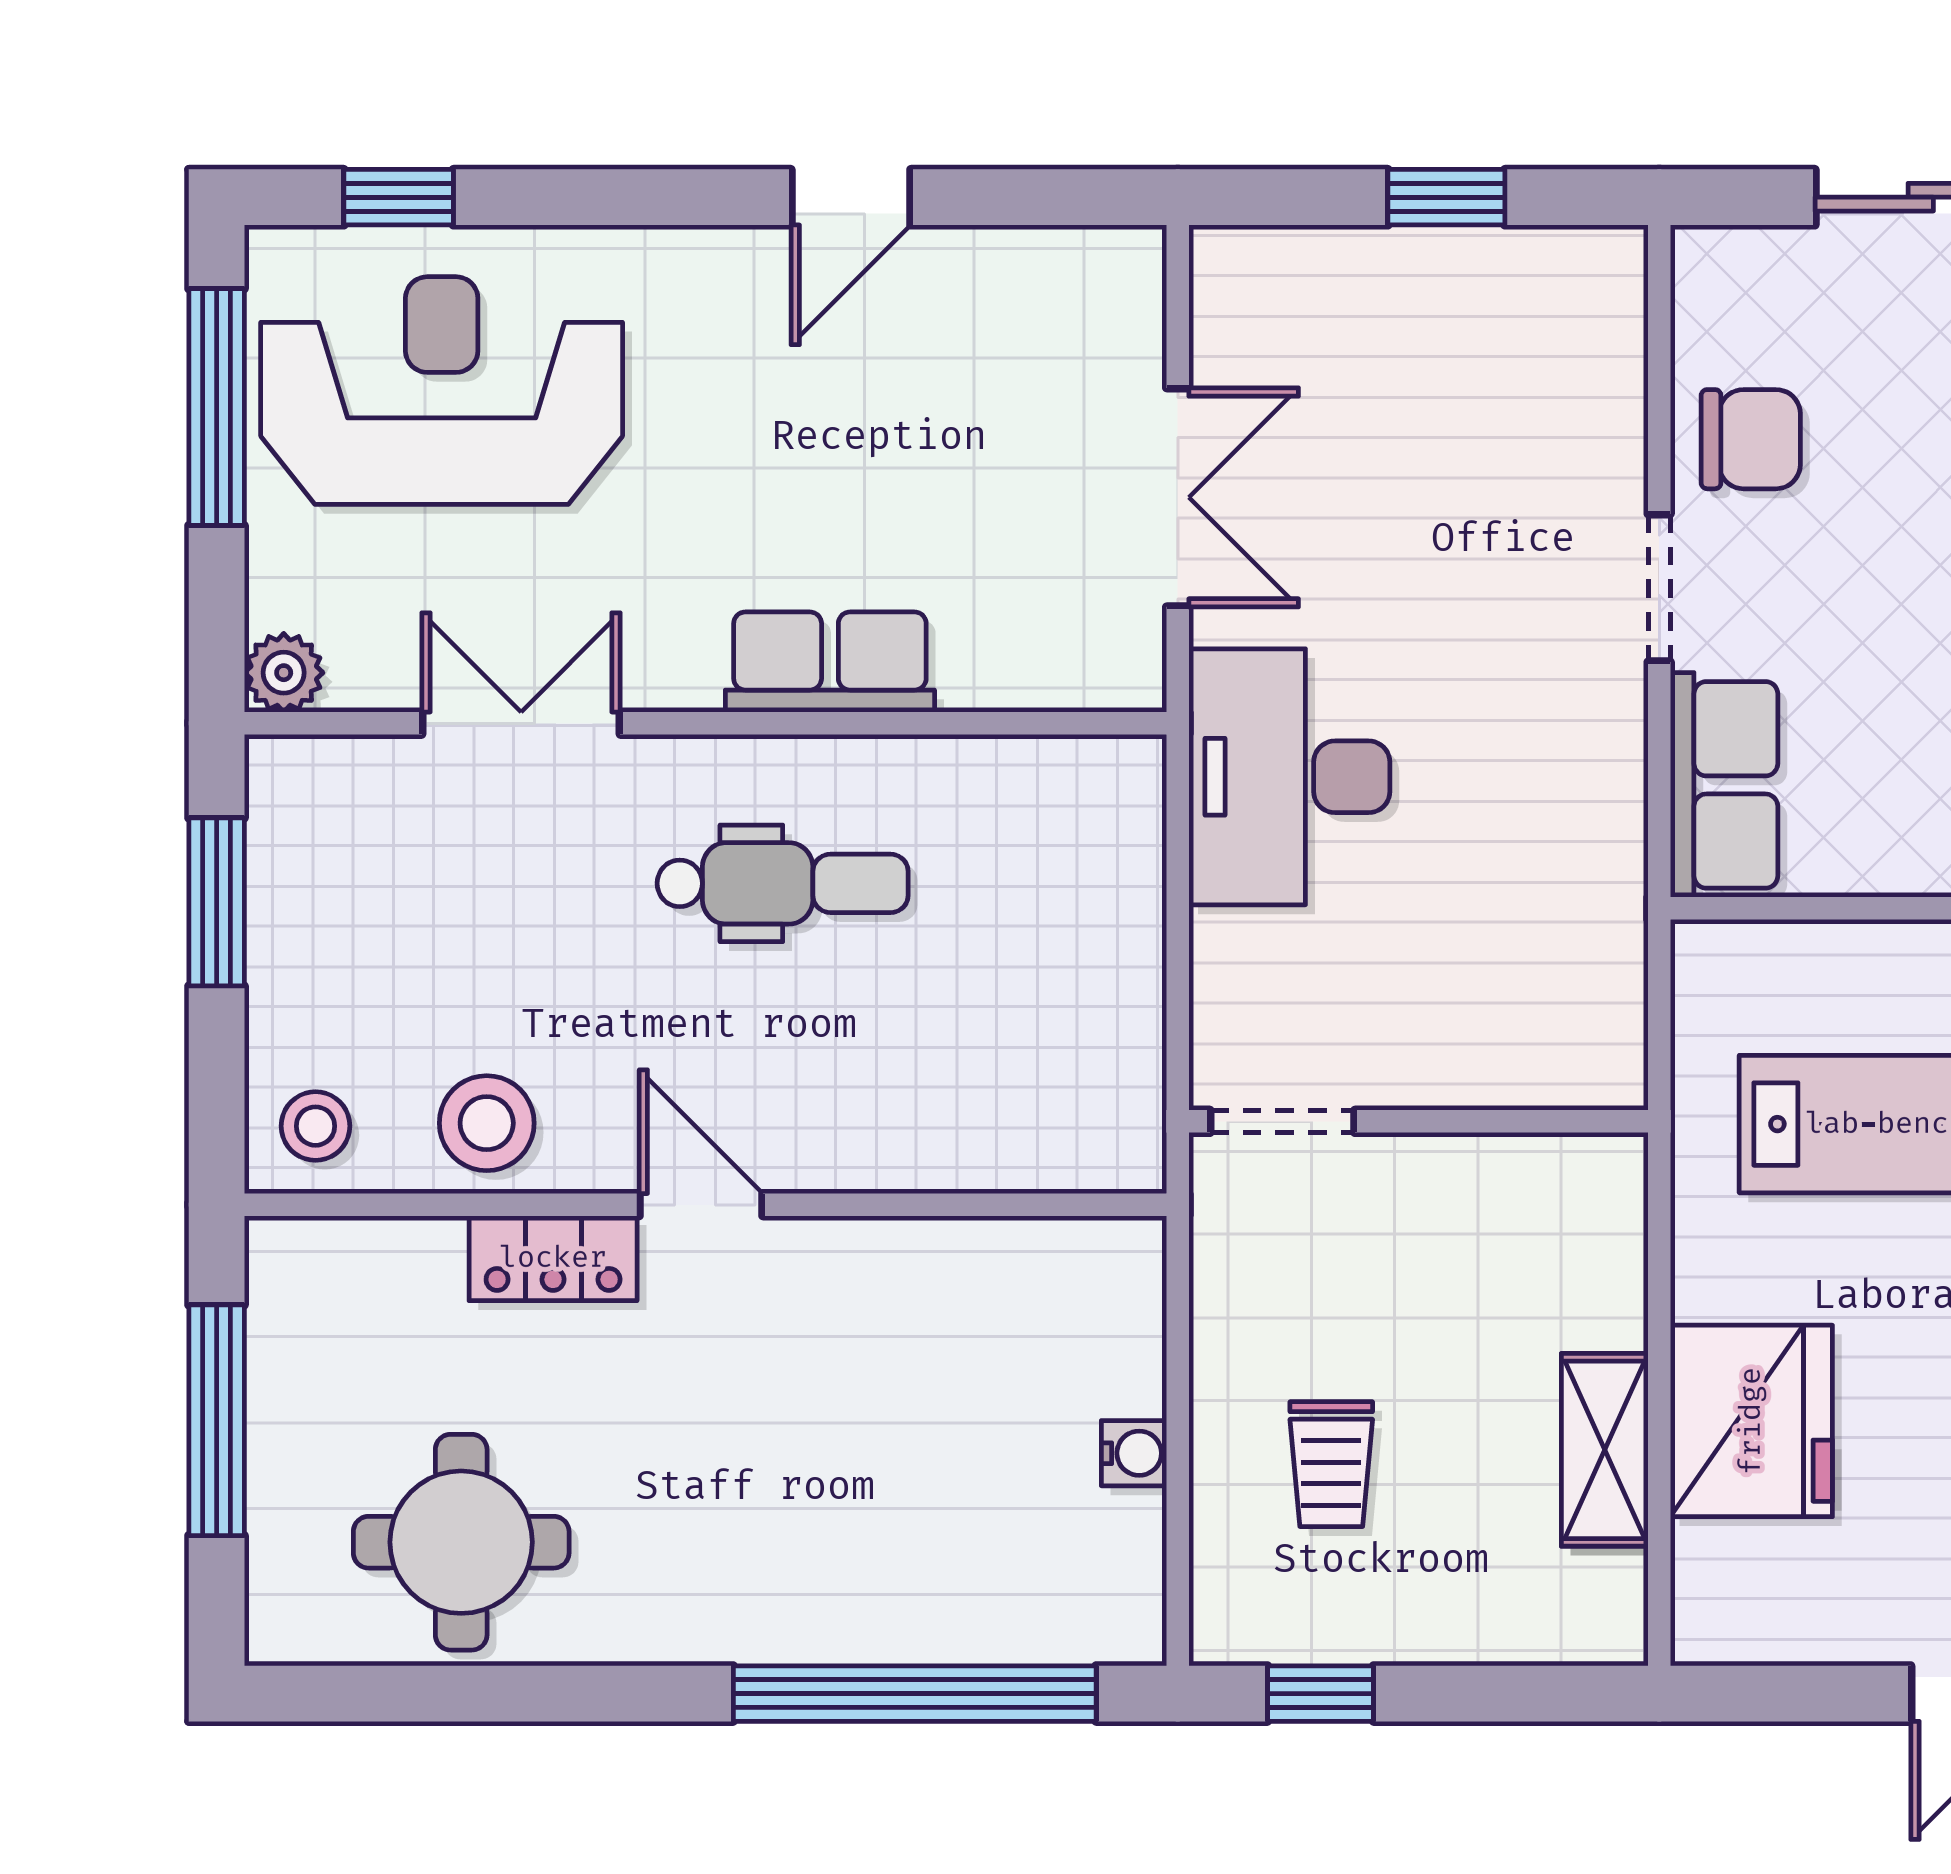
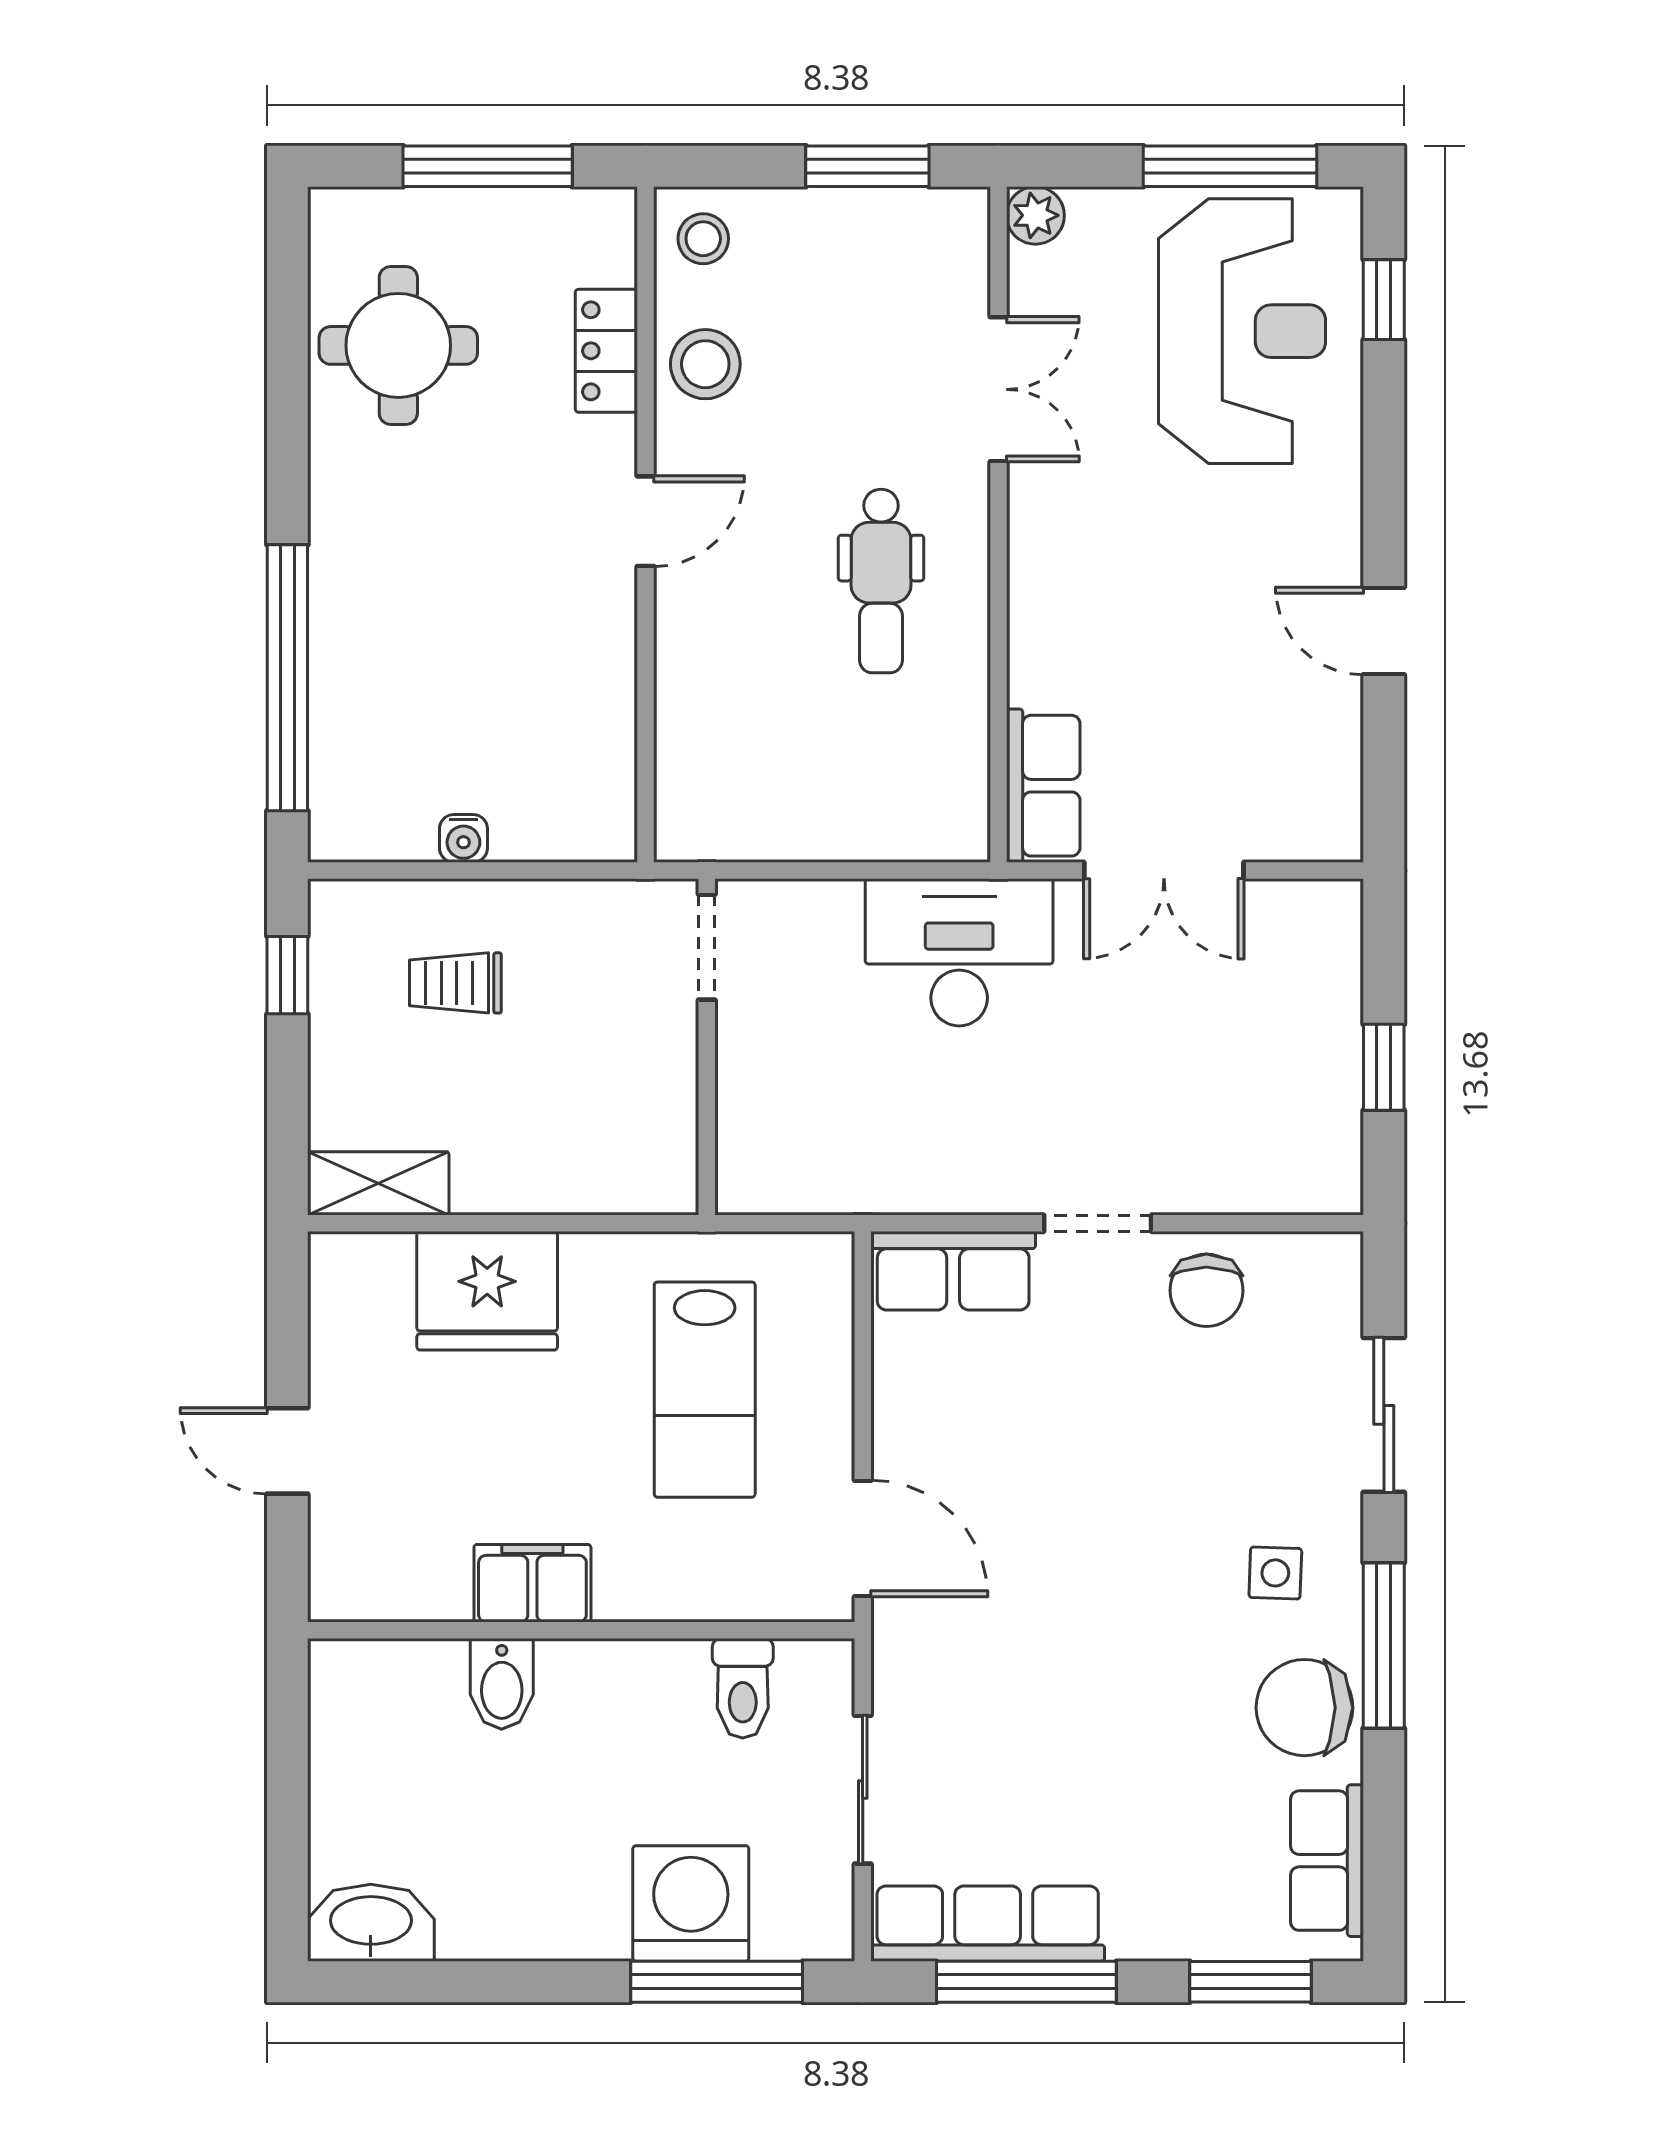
row of seats: (830, 662) -> (1043, 786), moved
locker: (553, 1258) -> (606, 351), moved
shelving: (1605, 1450) -> (378, 1183), moved

